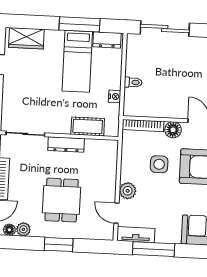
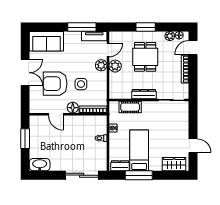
plant: (107, 189) -> (115, 66), added
door: (116, 213) -> (108, 50), hinge flipped

